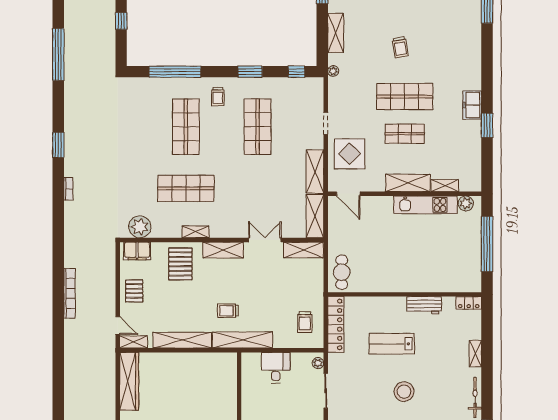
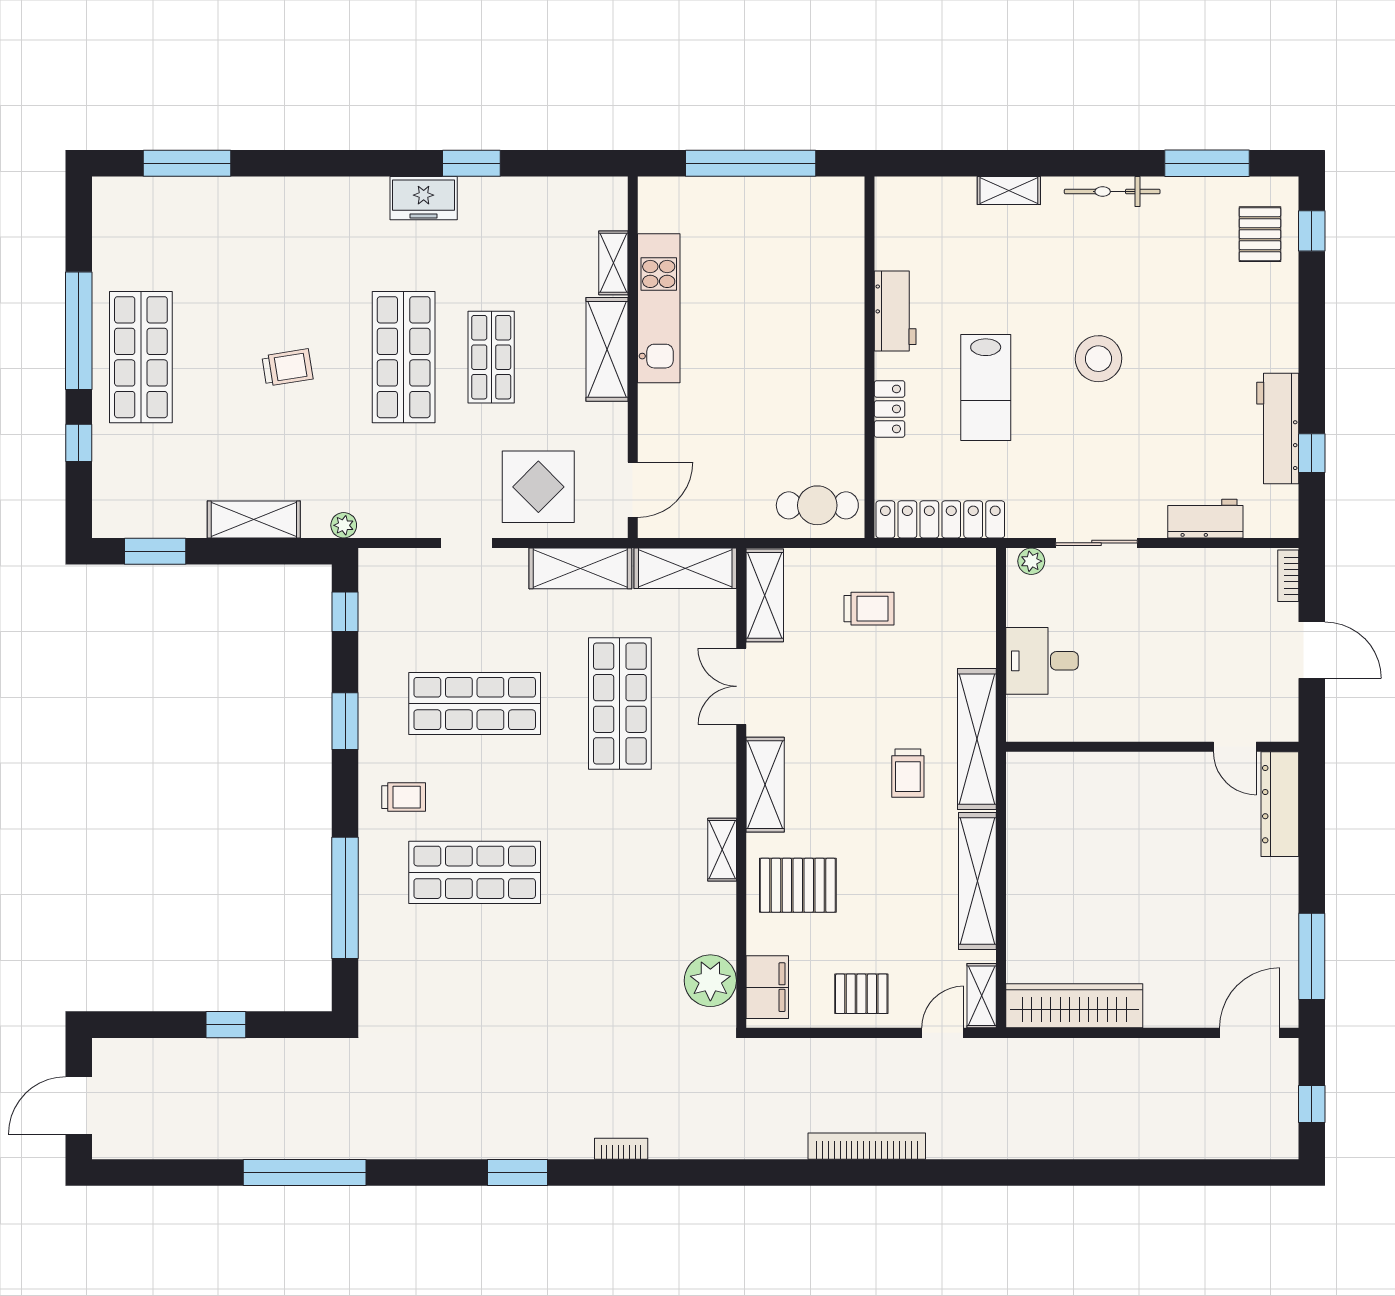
shop shelf: (186, 188) -> (620, 703), moved
plant: (466, 203) -> (655, 213), removed
locker: (469, 303) -> (890, 409), moved
trolley: (305, 322) -> (869, 609), moved

